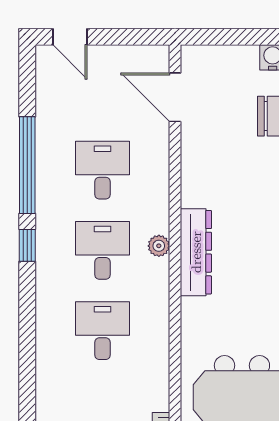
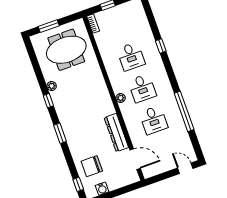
window: (27, 245) -> (161, 46), moved
dresser: (196, 252) -> (116, 133), moved

